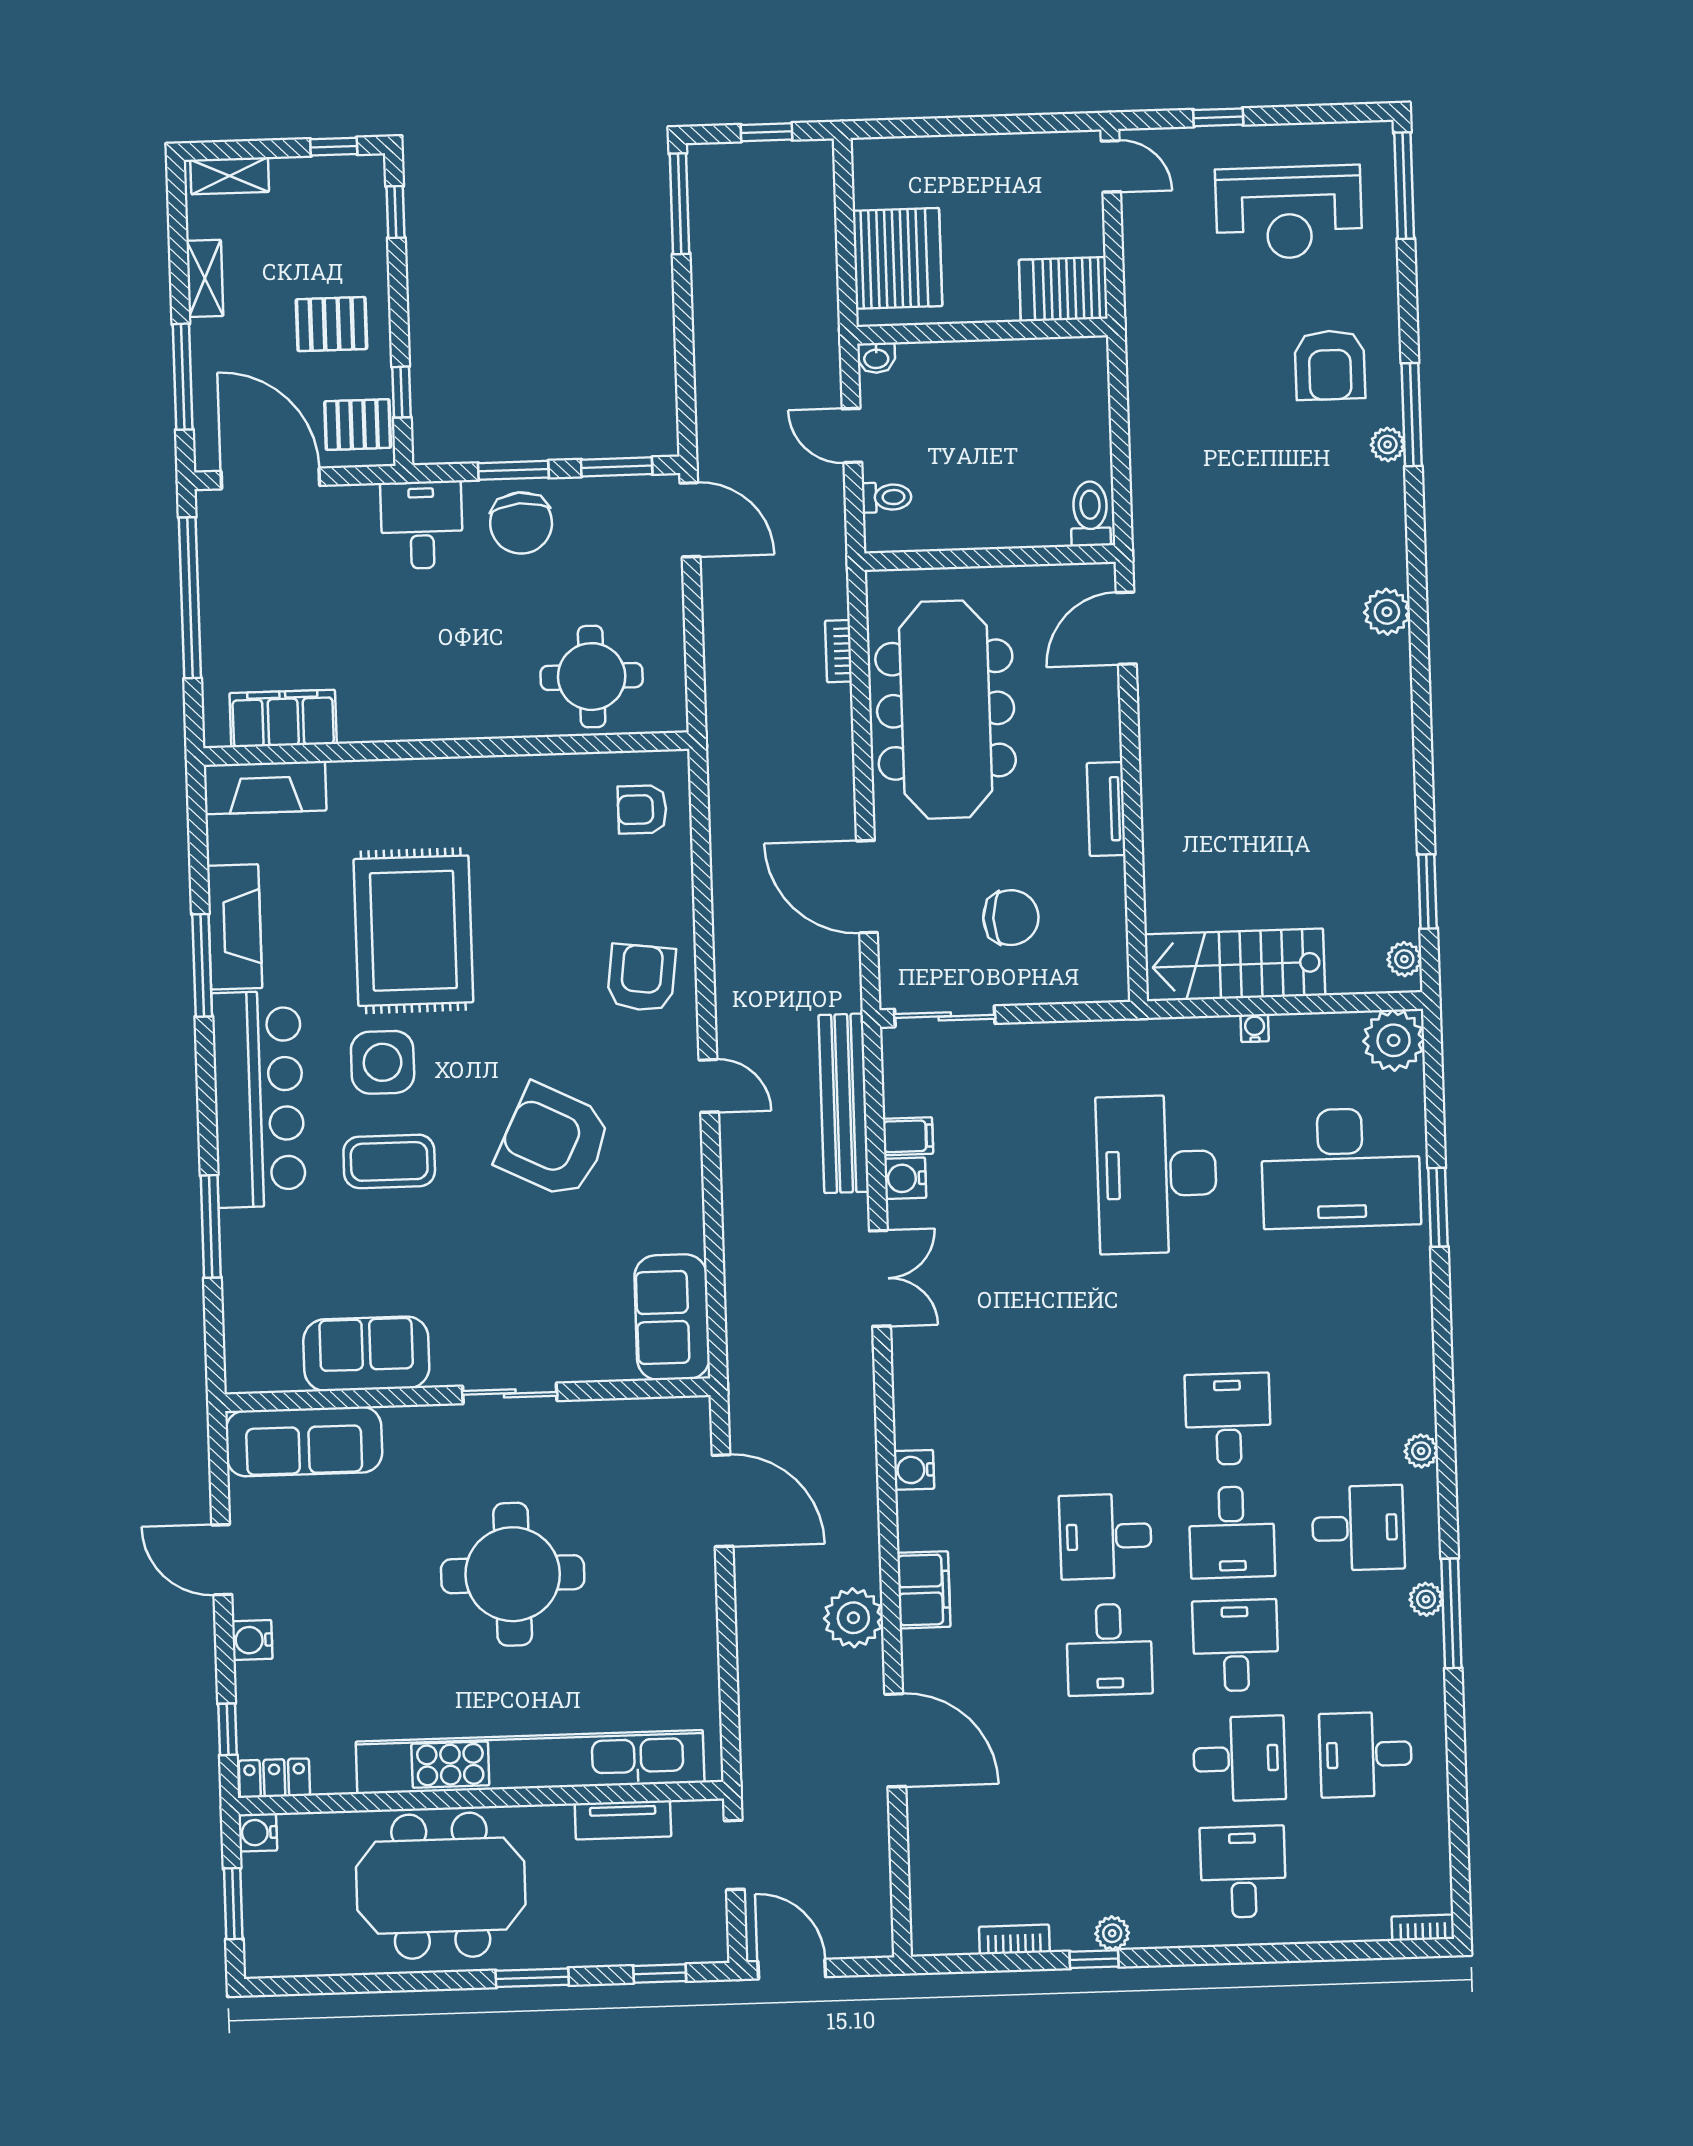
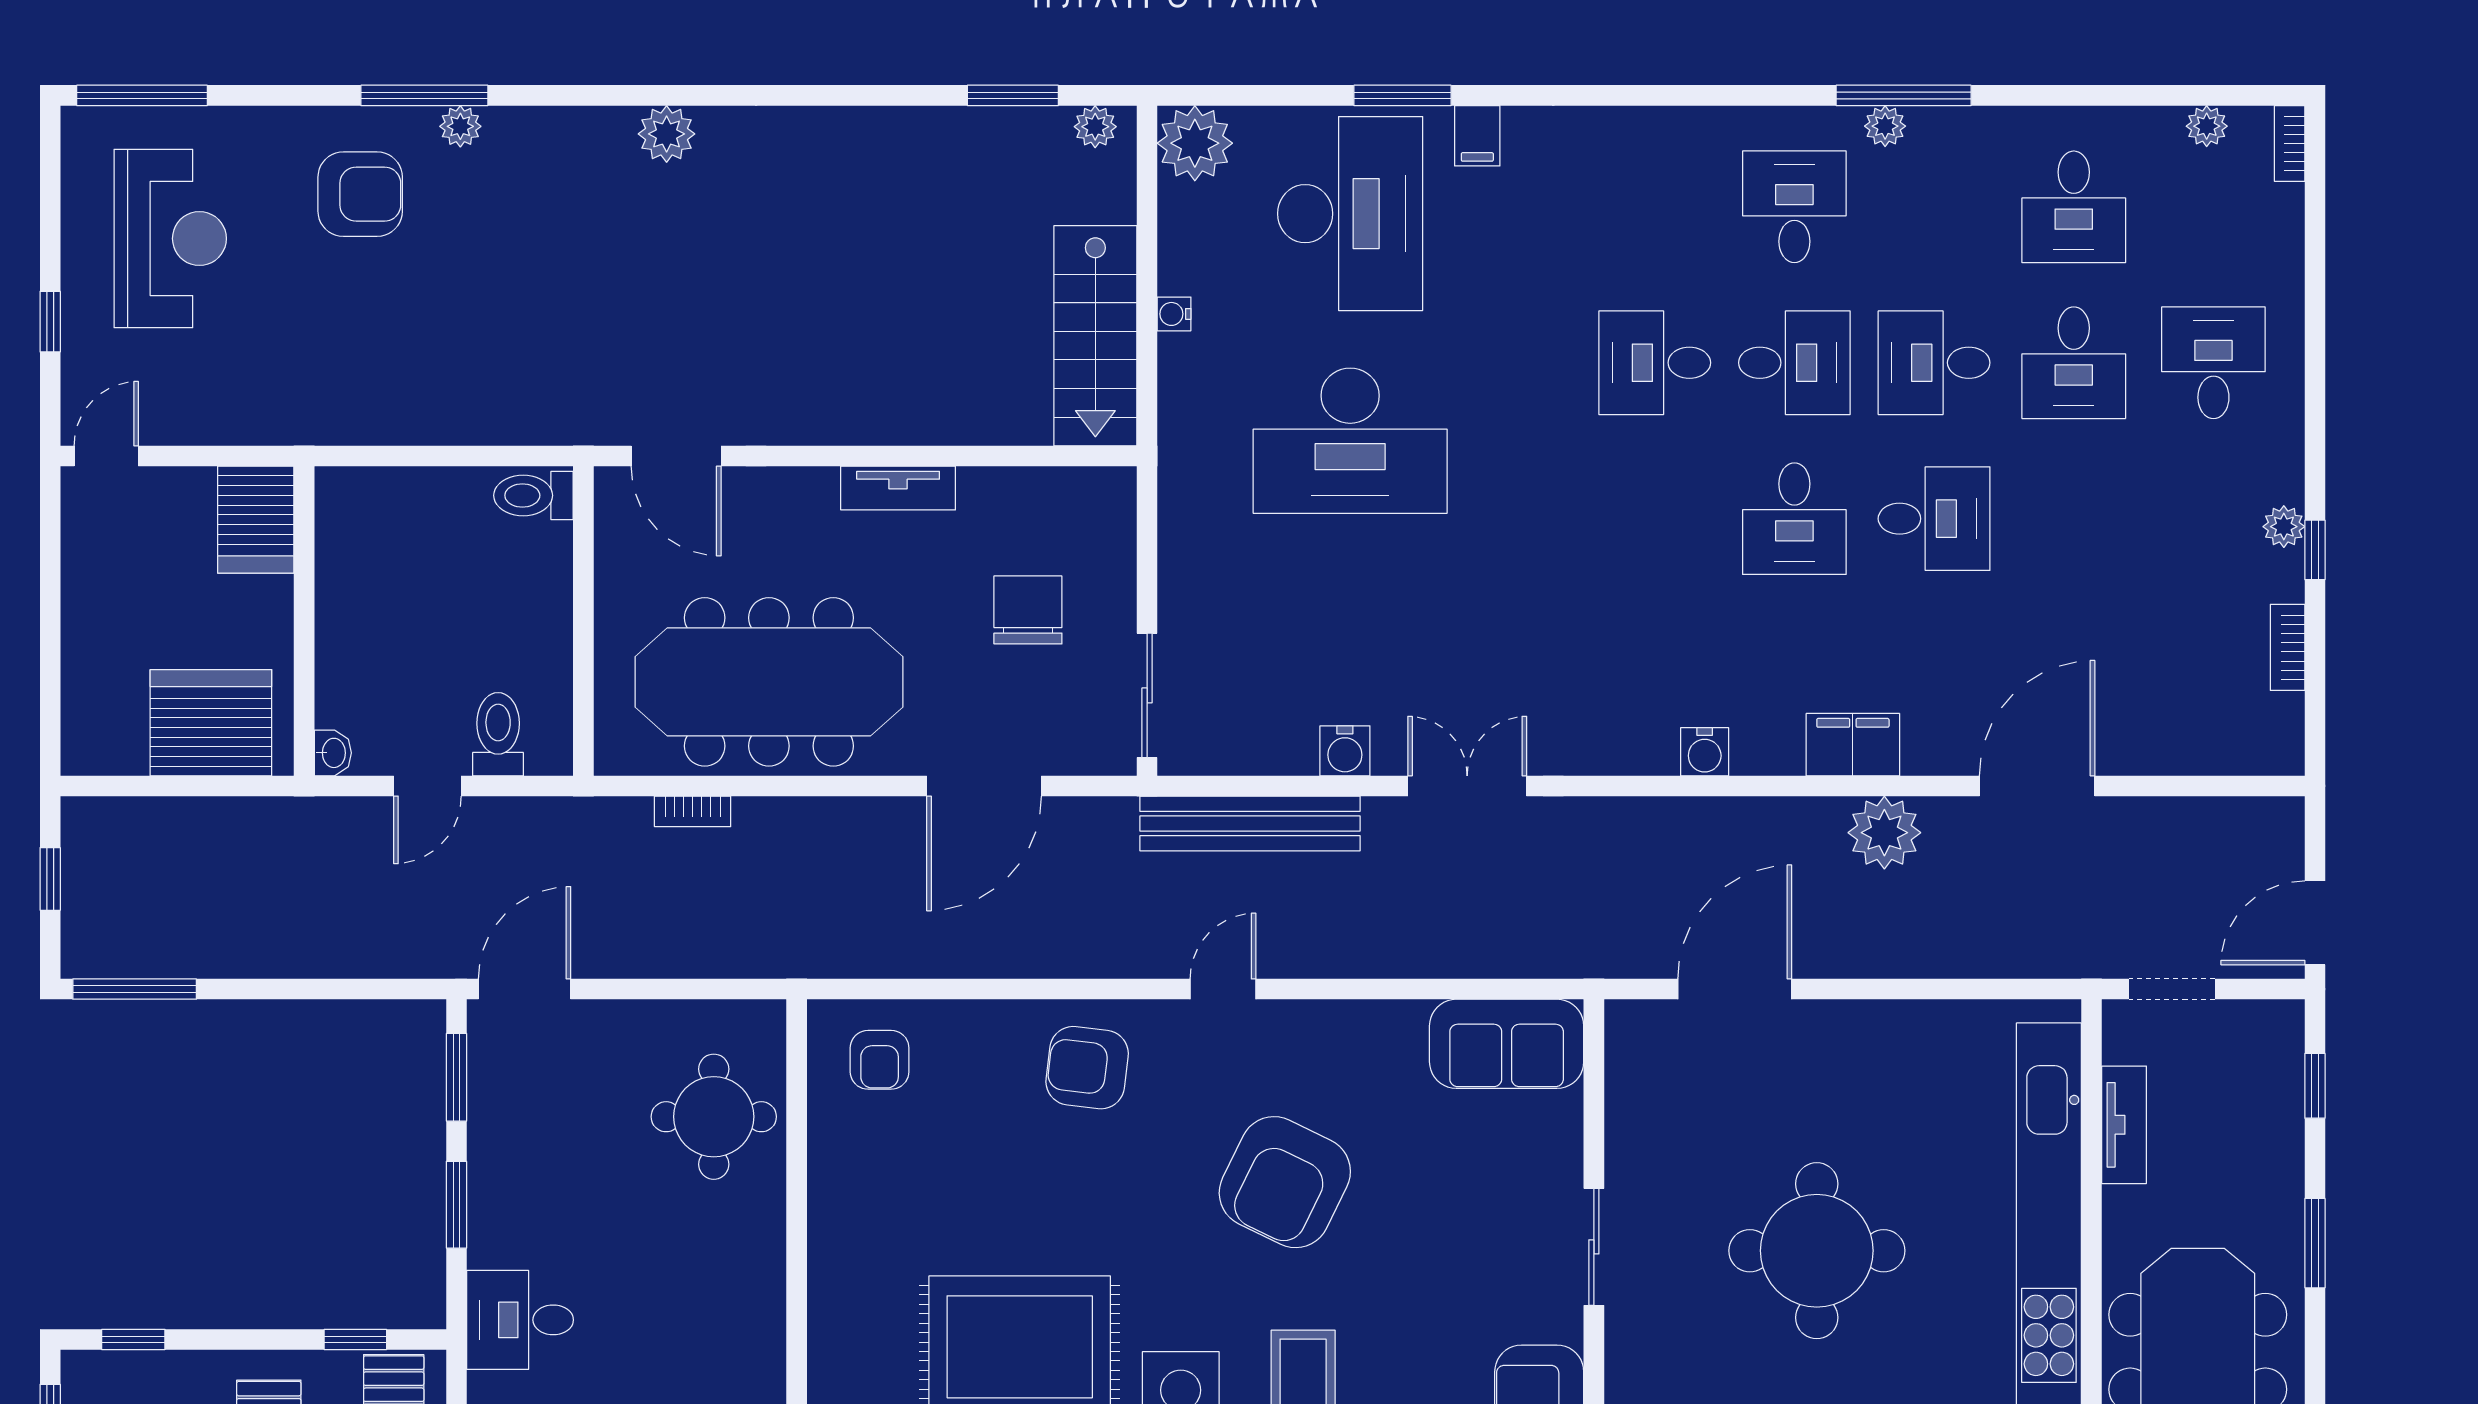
toilet: (887, 497) -> (498, 734), width x1.37, depth x1.39
chair: (521, 523) -> (522, 1197), removed
filing cabinet: (908, 1136) -> (1477, 136), moved, turned 180
plant: (1421, 1451) -> (2207, 126), moved
desk: (1239, 1759) -> (2074, 363), turned 180
desk: (1243, 1872) -> (2213, 363), turned 90

